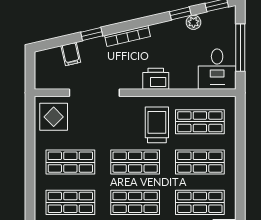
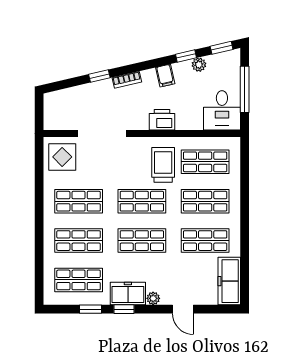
bookcase: (127, 36) -> (127, 80), width x0.64
filing cabinet: (71, 54) -> (165, 76), moved

